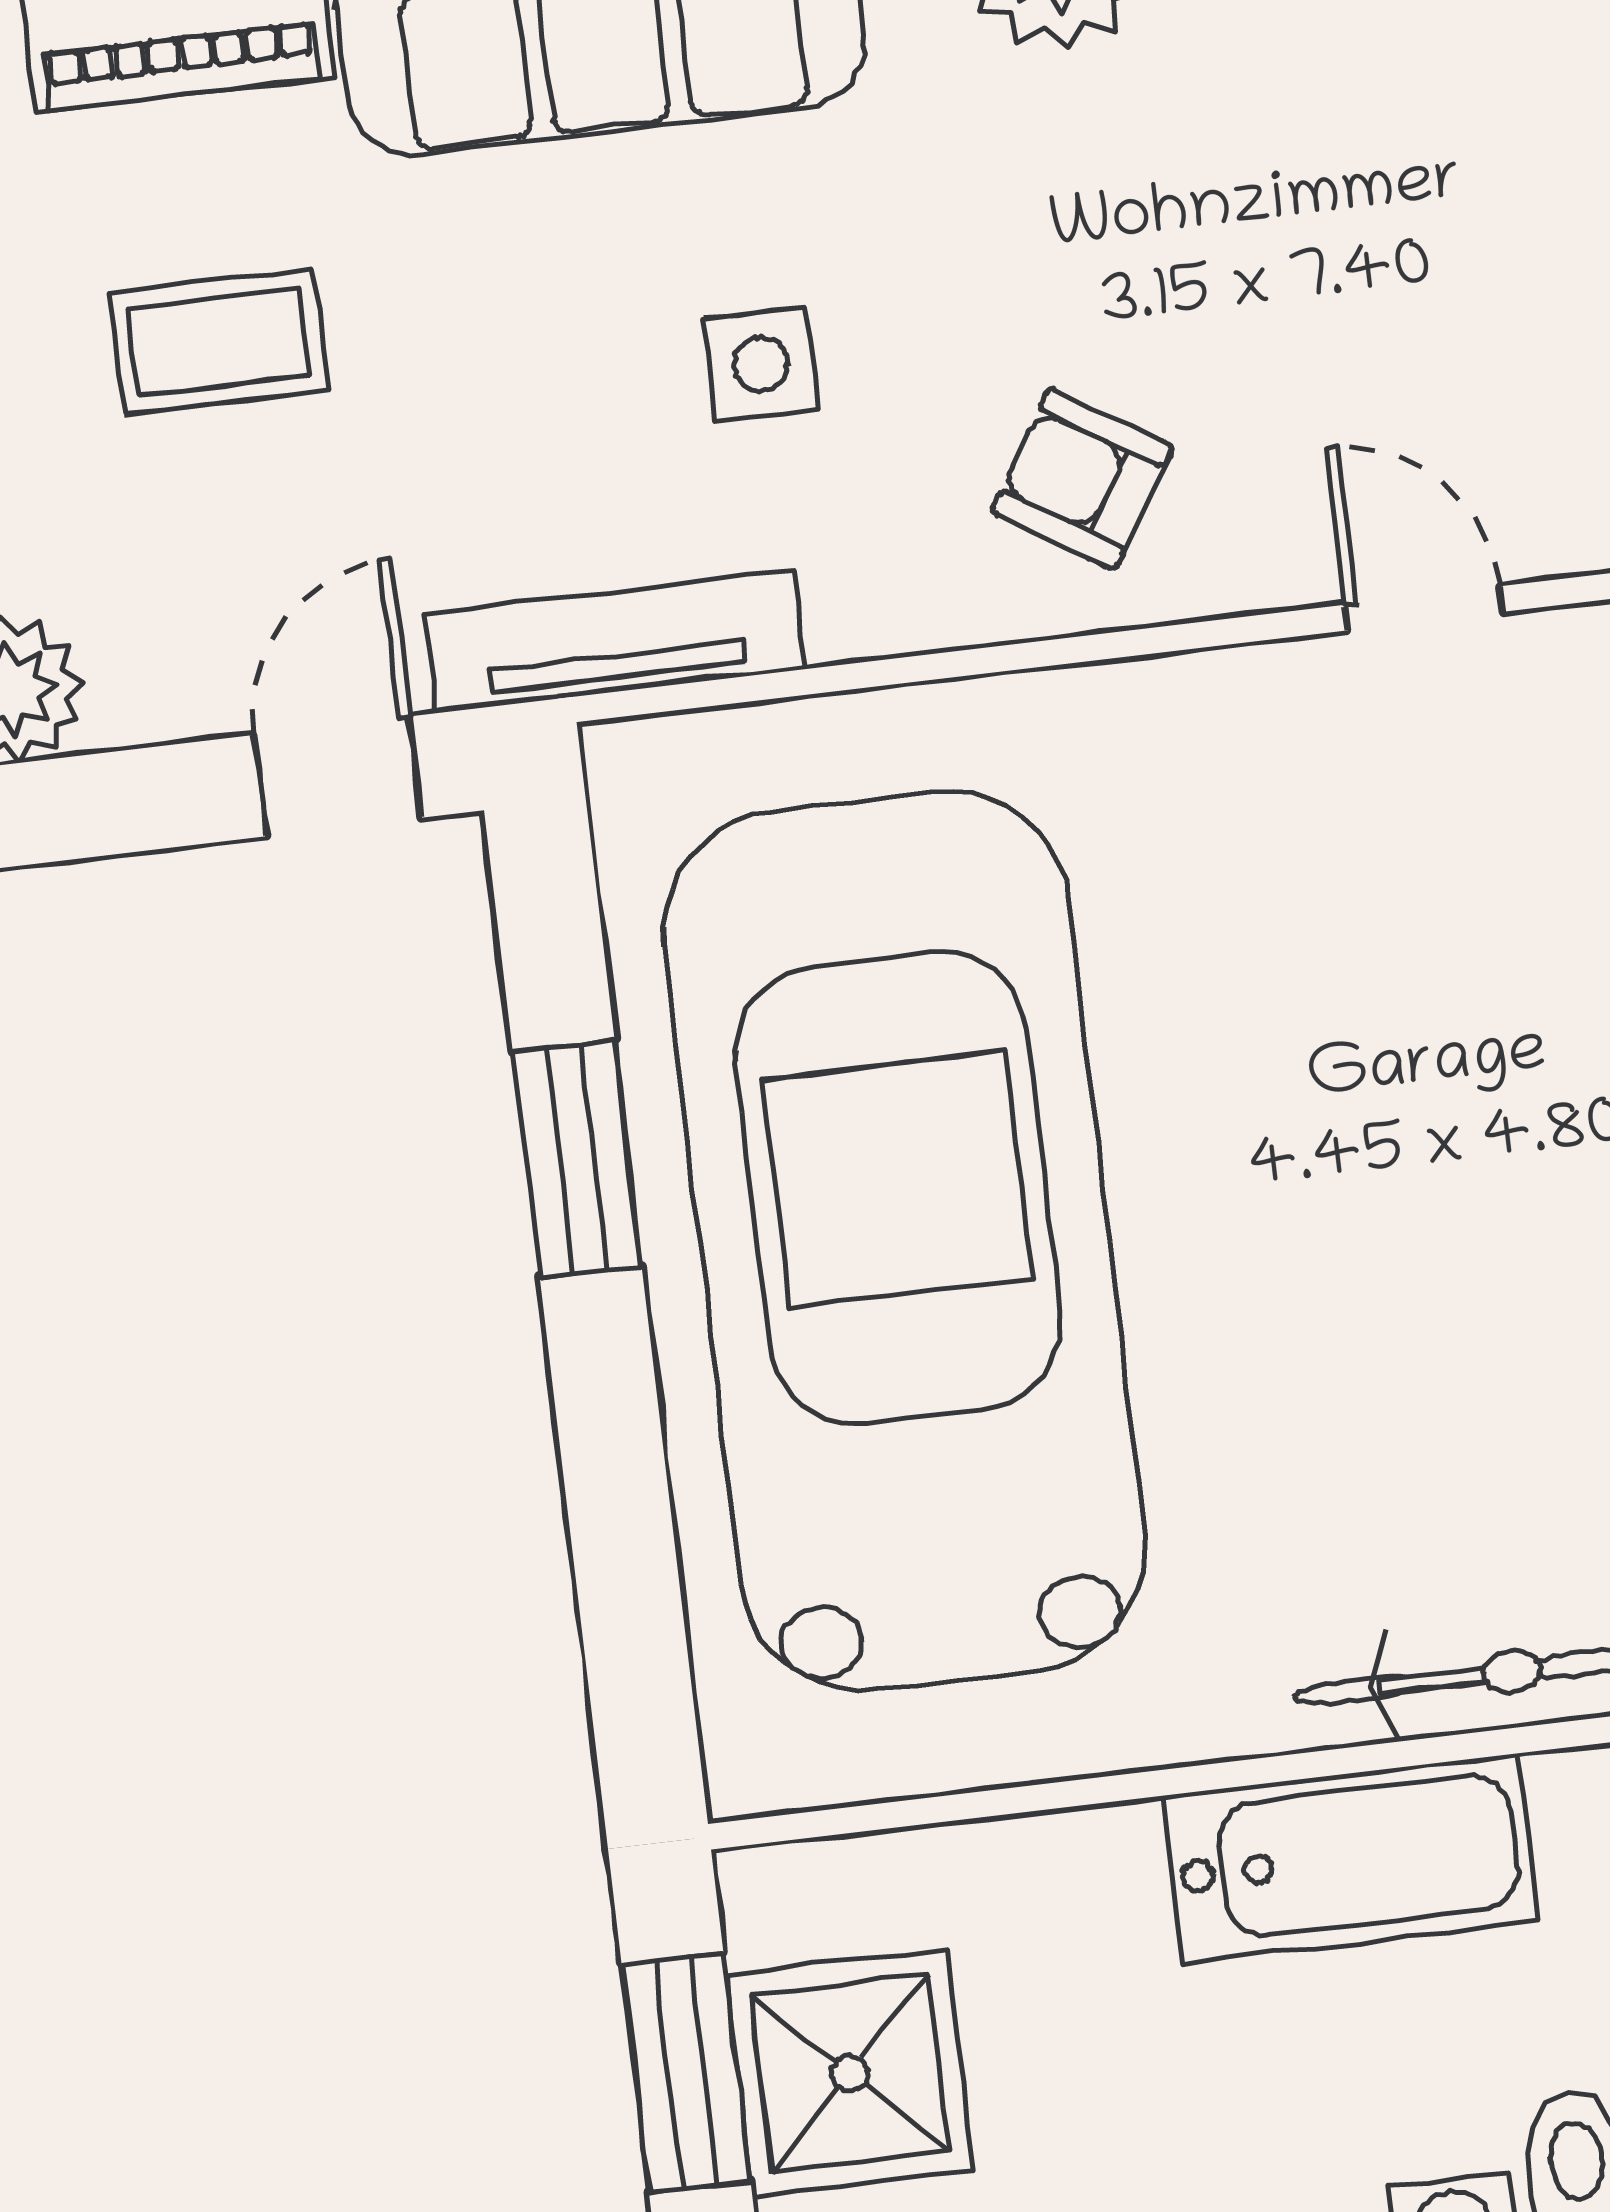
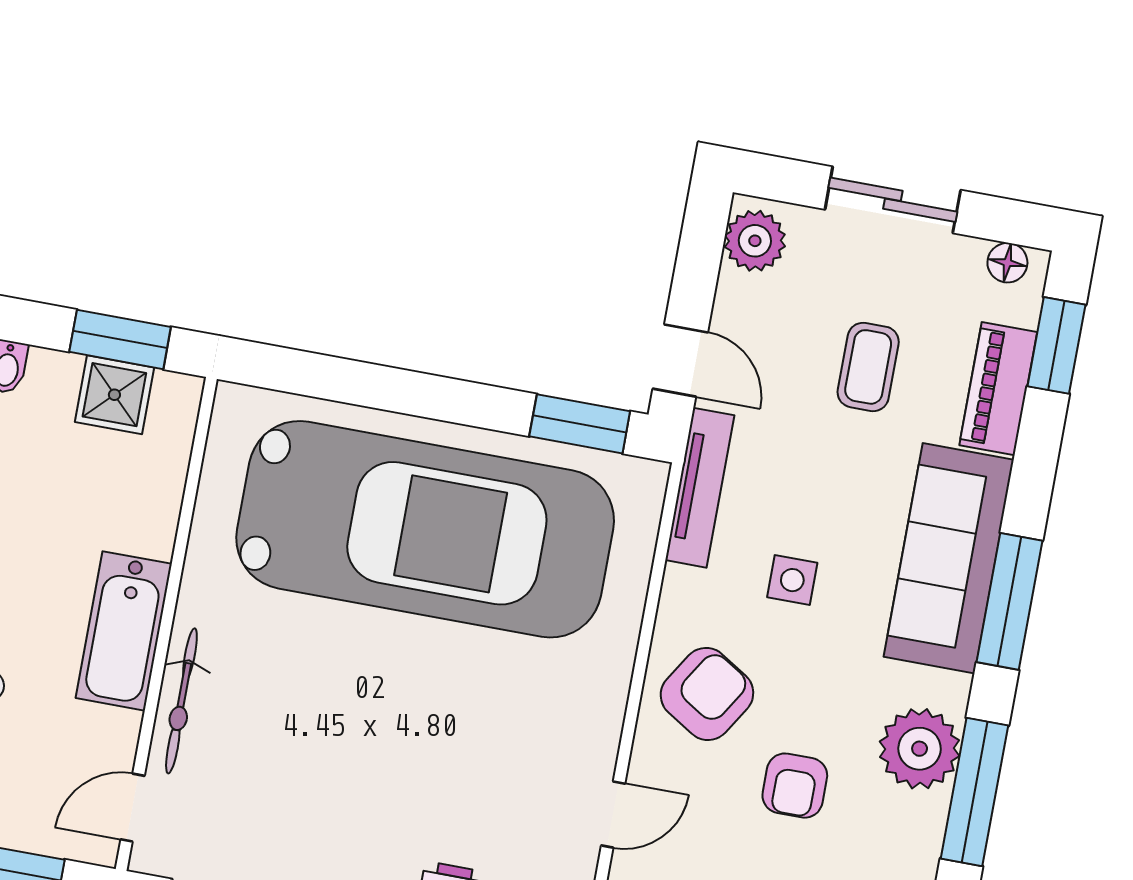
armchair: (1229, 213) -> (795, 786), added
armchair: (1082, 479) -> (707, 694), width x1.38, depth x1.38
window: (577, 1158) -> (580, 424), moved
shower: (850, 2073) -> (114, 395), width x0.73, depth x0.73

